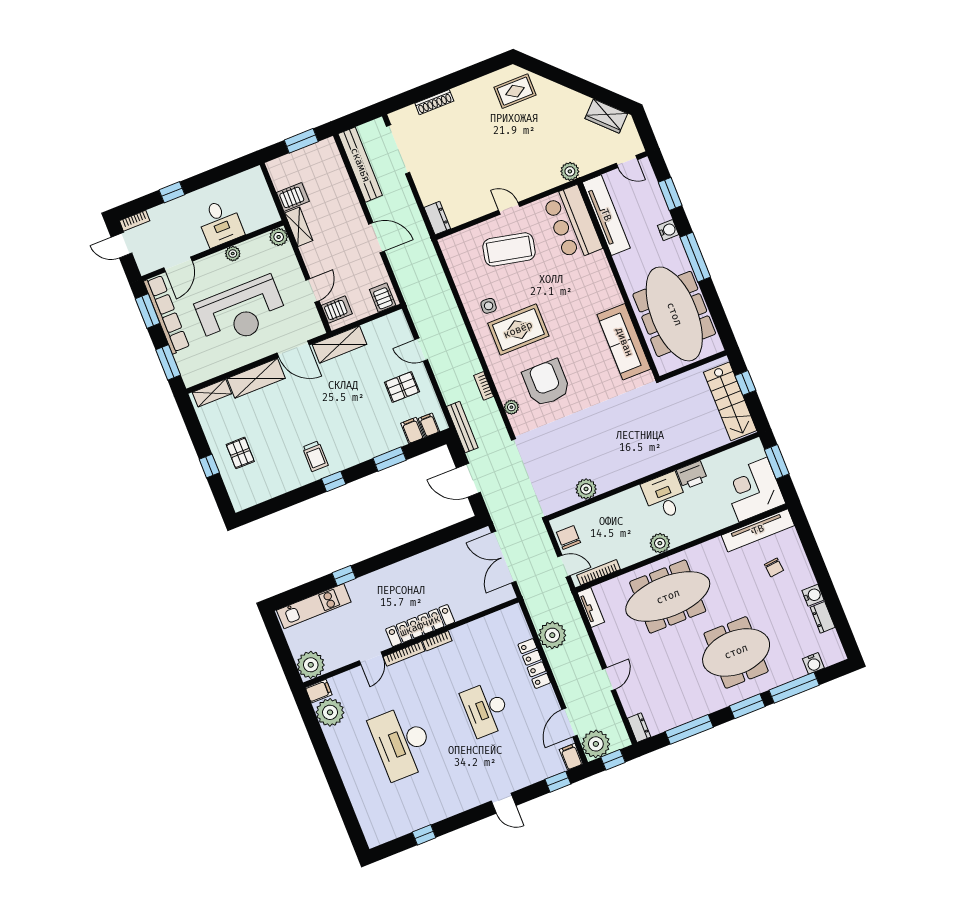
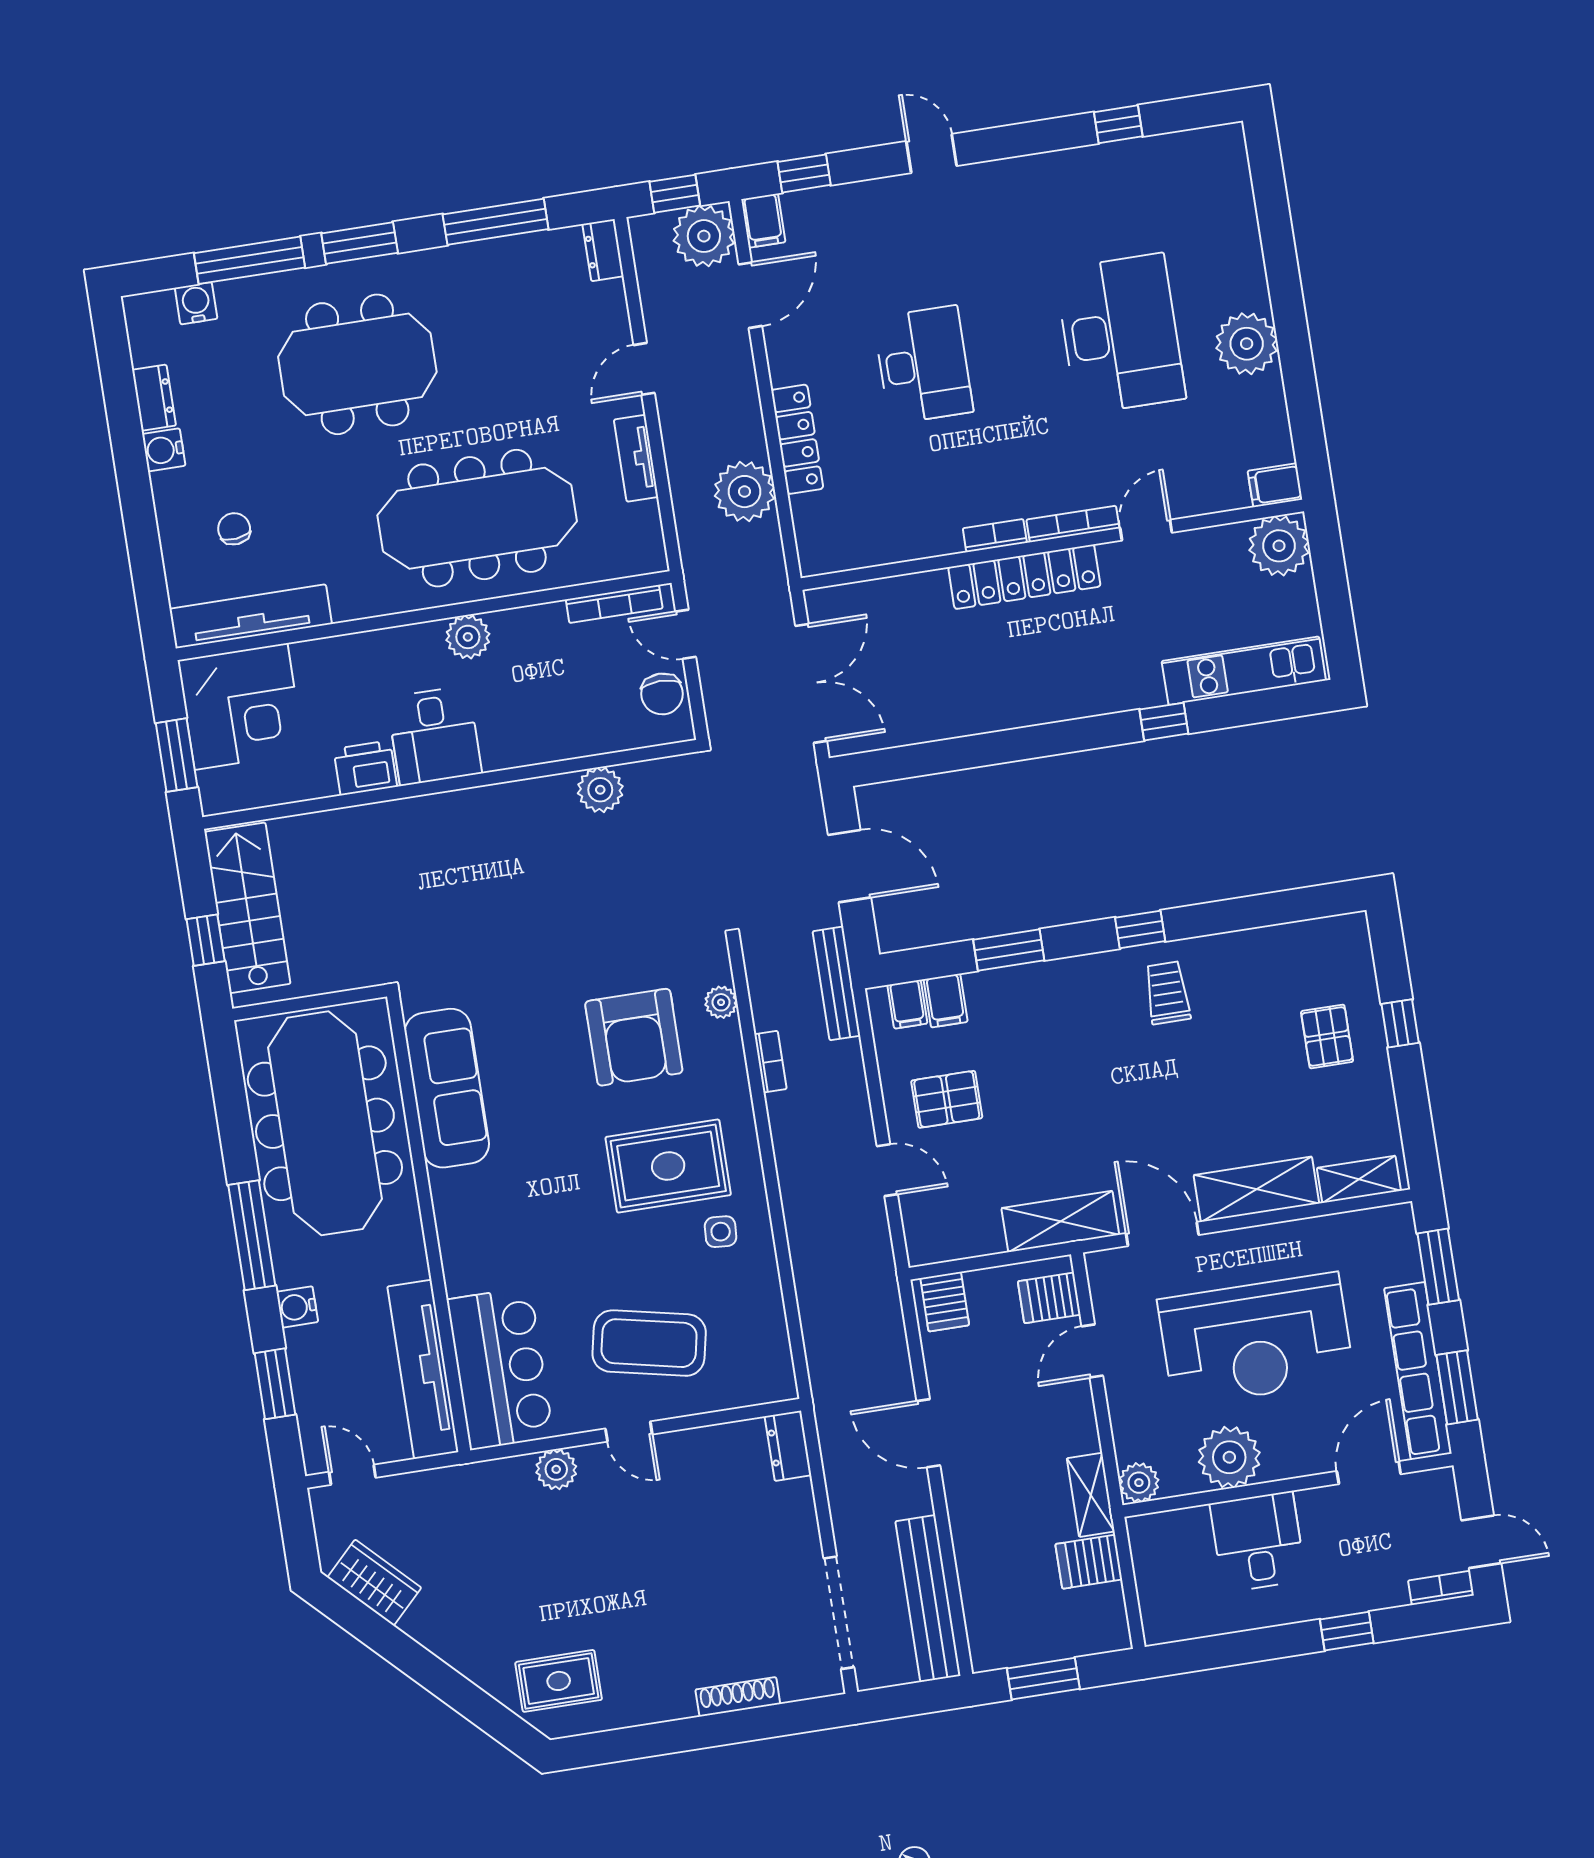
plant: (570, 171) -> (556, 1469), moved
plant: (233, 254) -> (1229, 1457), width x1.87, depth x1.87
reception desk: (241, 312) -> (1256, 1340), turned 180
tv unit: (591, 607) -> (636, 458), moved
plant: (330, 712) -> (1247, 344), moved

